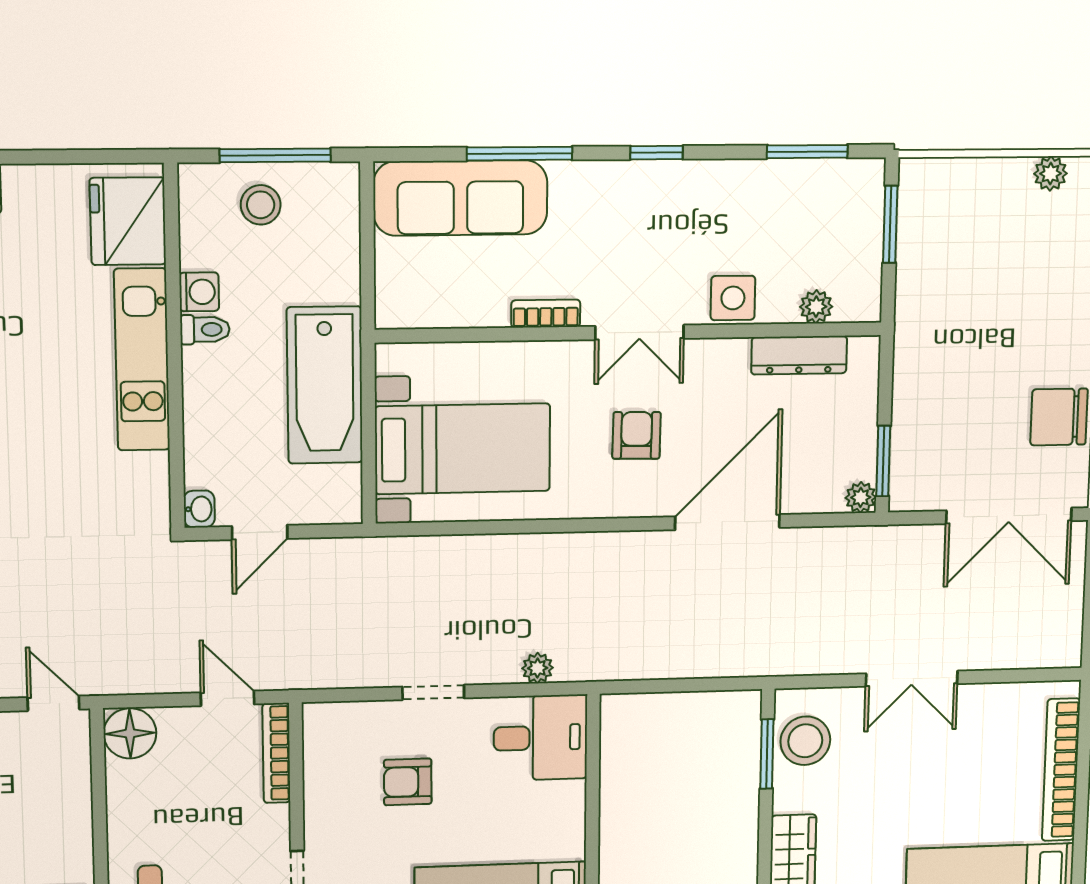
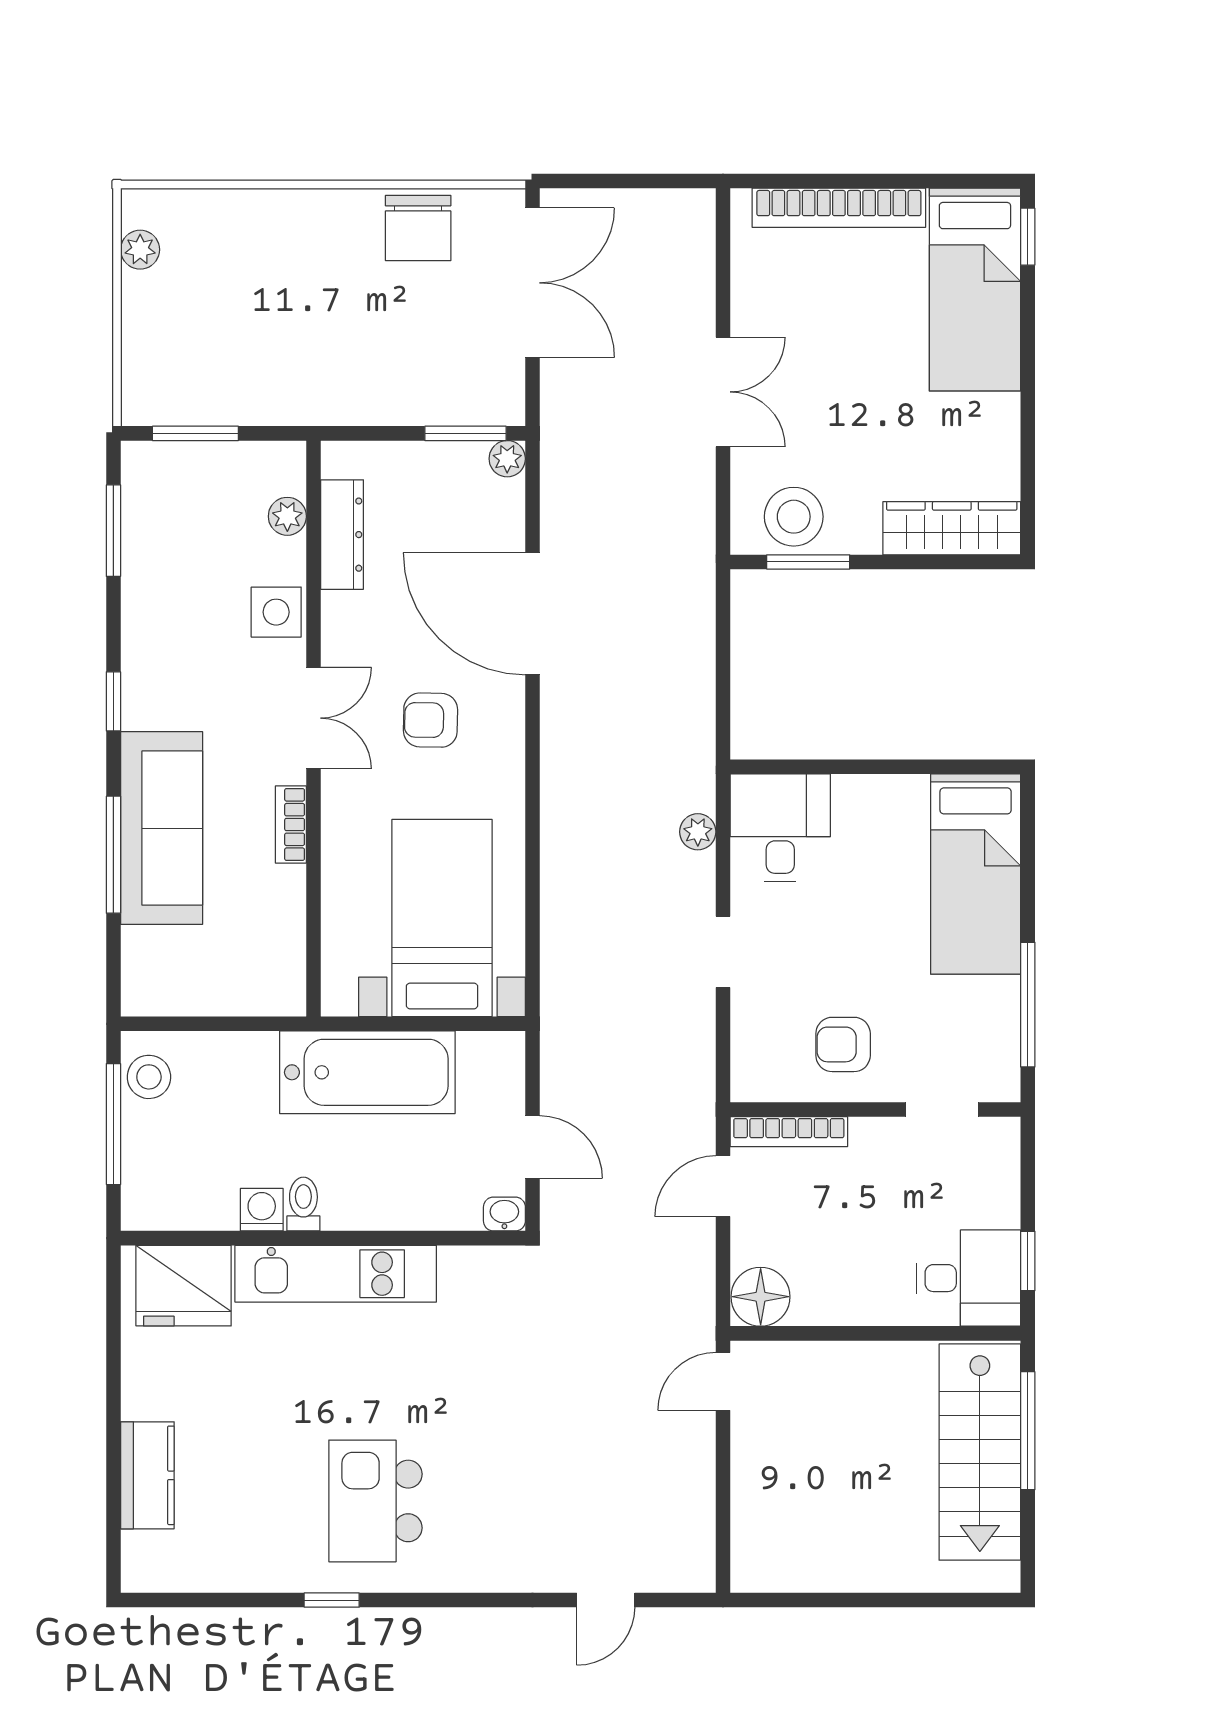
sofa: (460, 198) -> (162, 828), moved
stool: (261, 205) -> (149, 1077), moved
armchair: (408, 782) -> (843, 1044), moved, turned 90

